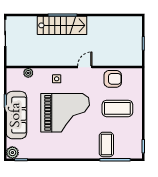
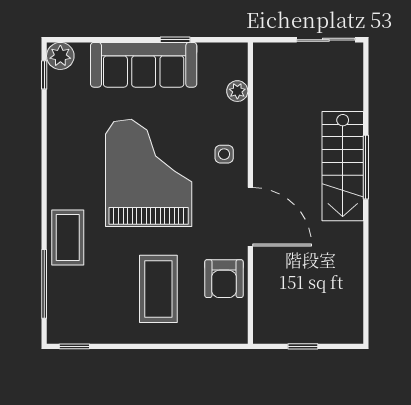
door: (85, 67) -> (250, 217), width x1.88
grand piano: (65, 113) -> (149, 173), turned 180
coffee table: (106, 144) -> (68, 237), moved, turned 90

